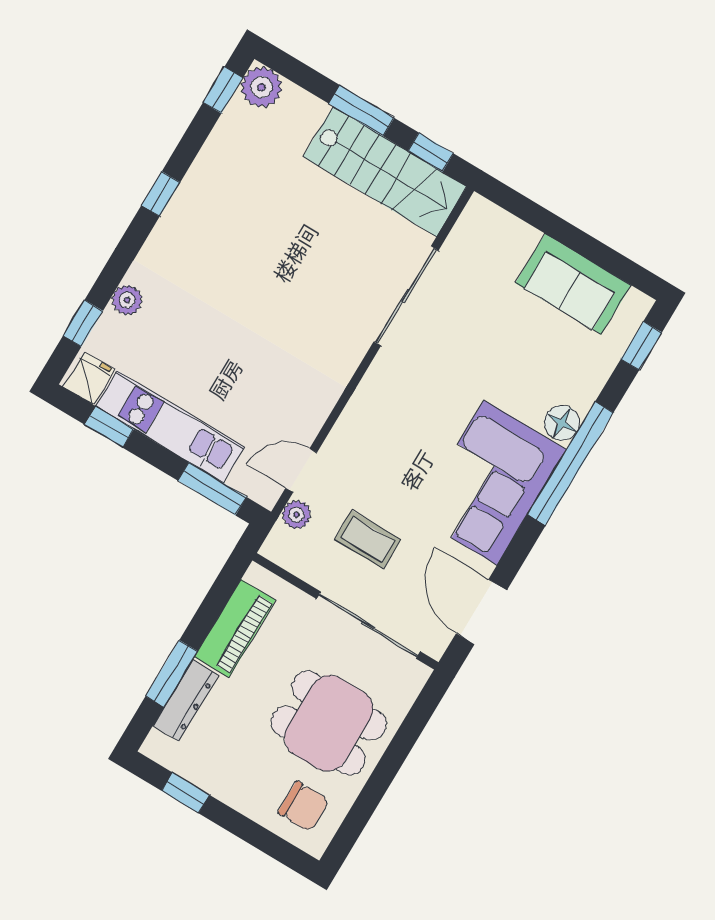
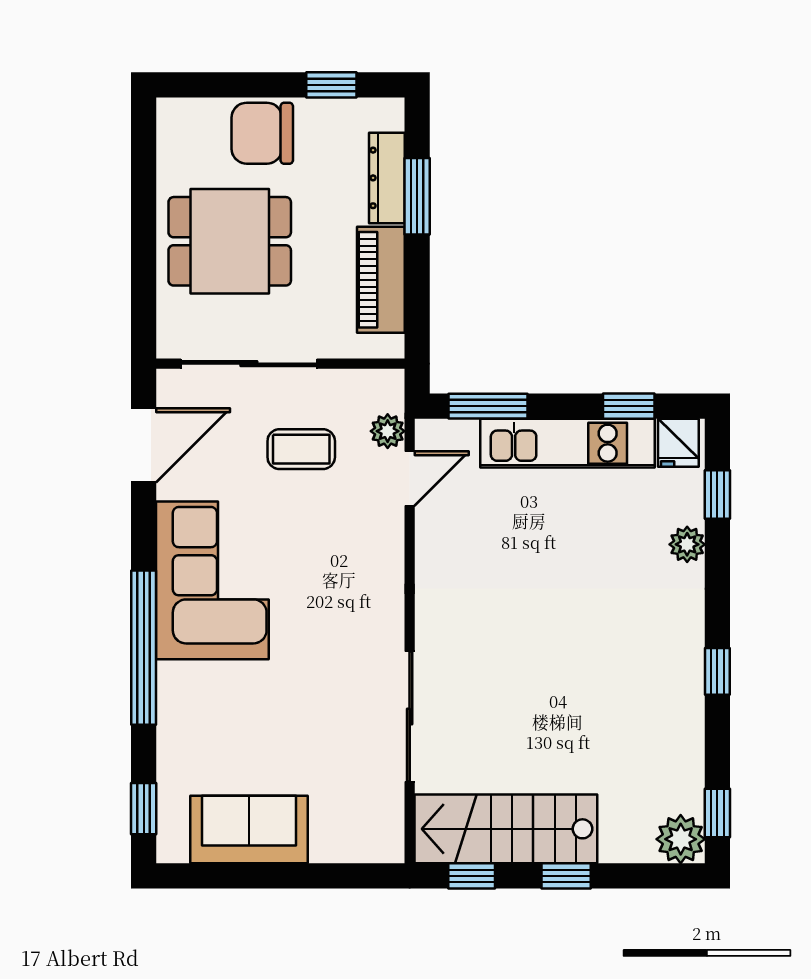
window: (362, 111) -> (566, 876), width x0.67
floor lamp: (562, 423) -> (177, 683), removed
door: (481, 612) -> (144, 445), hinge flipped
chair: (303, 806) -> (262, 133), moved, width x1.37, depth x1.37

